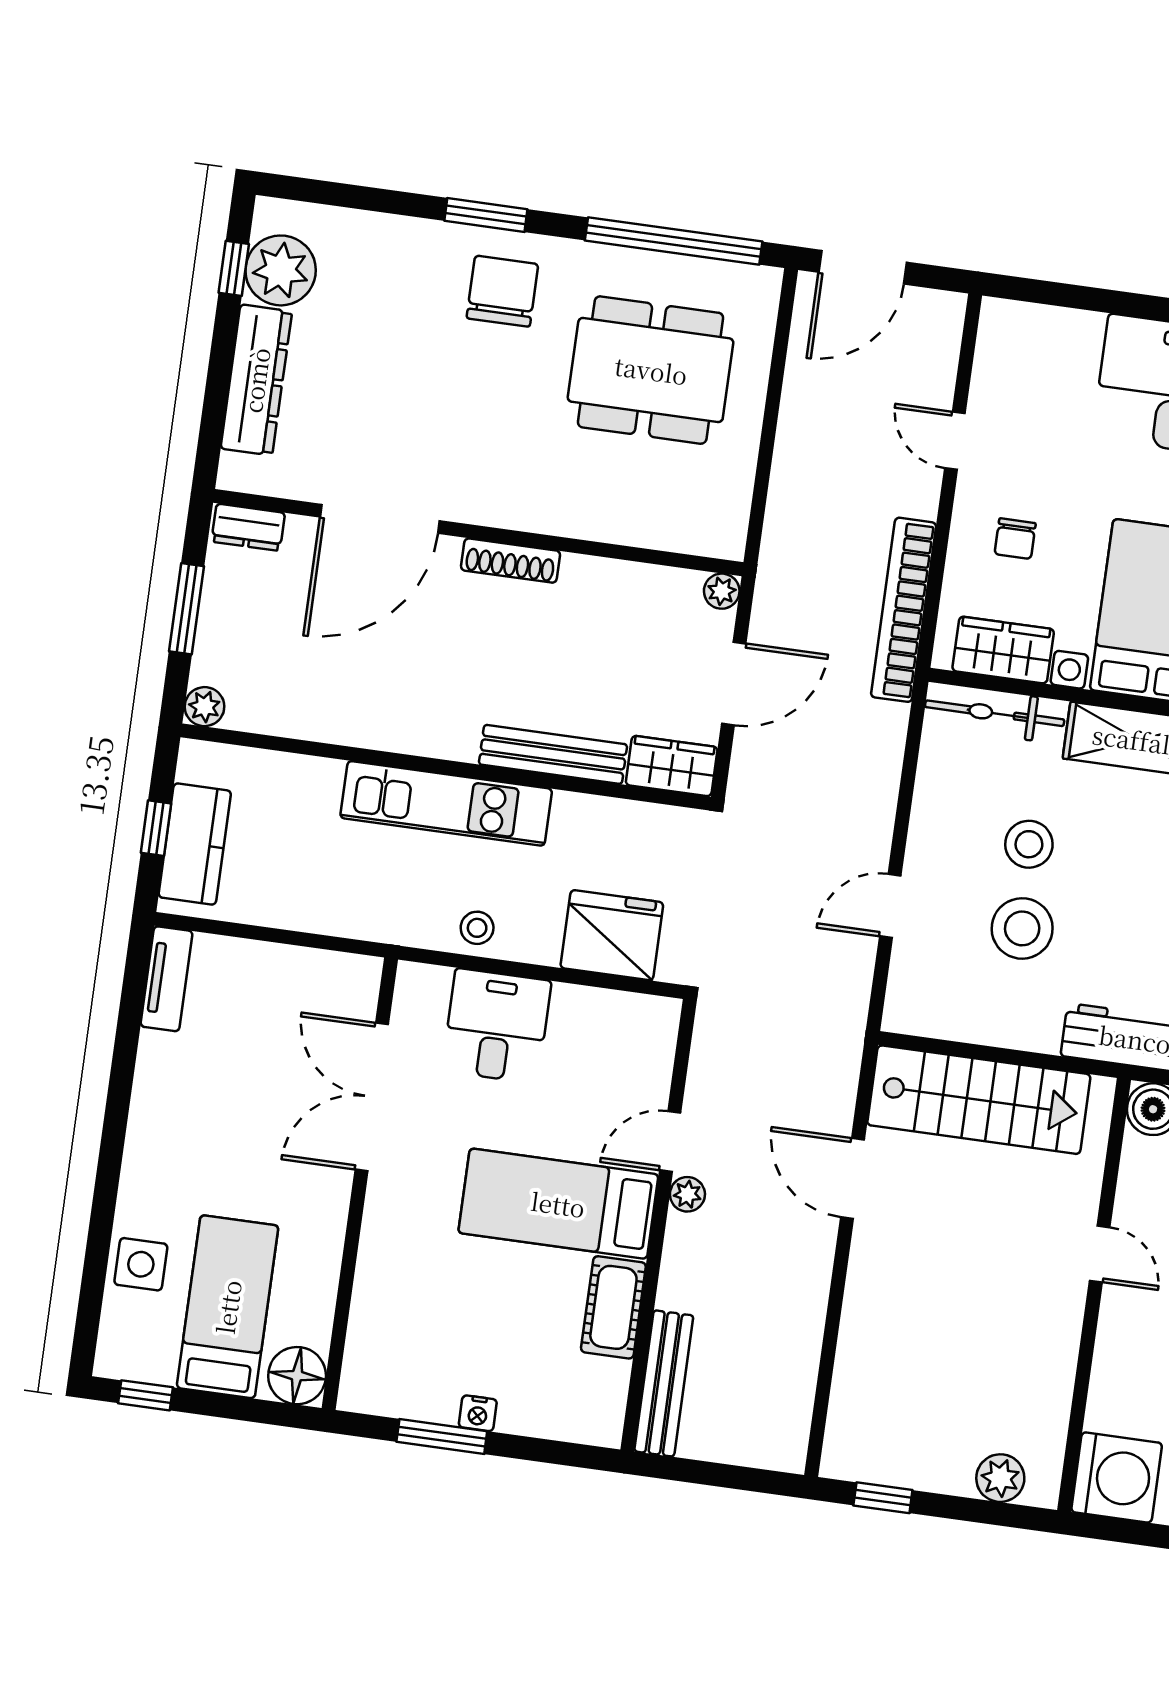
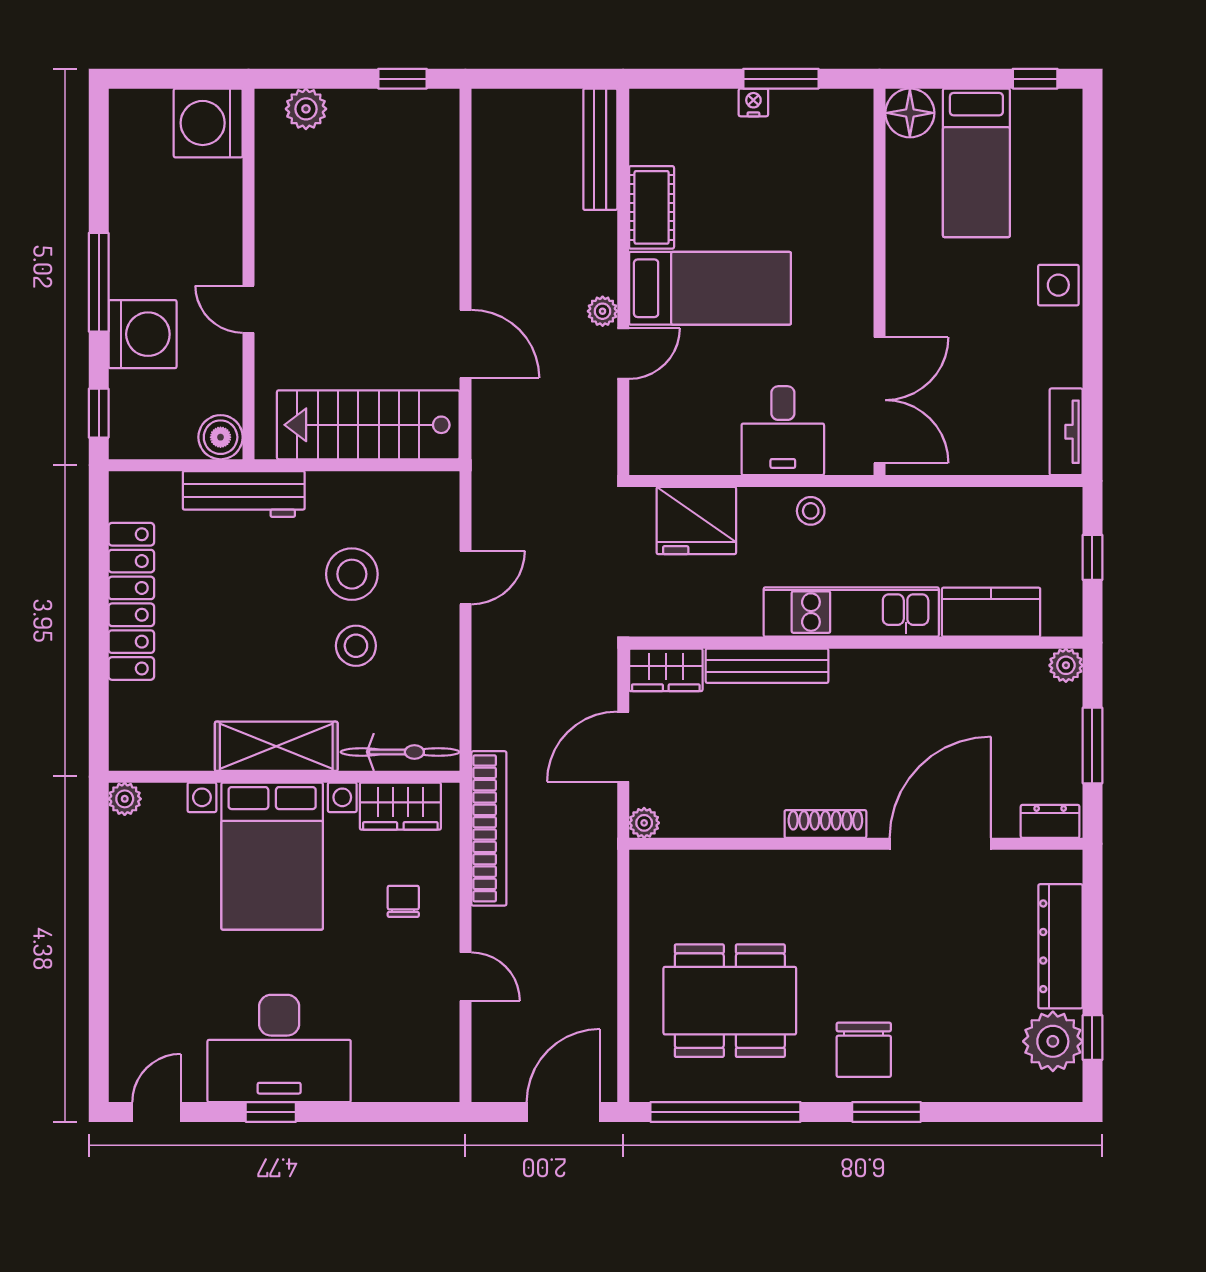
kitchen counter: (195, 844) -> (991, 612), moved, turned 90
double door: (372, 1097) -> (880, 400), moved
side table: (141, 1264) -> (1058, 285), moved

